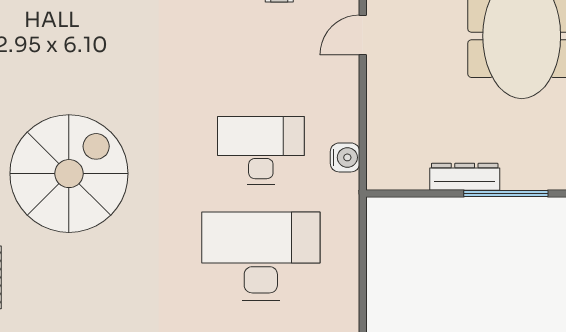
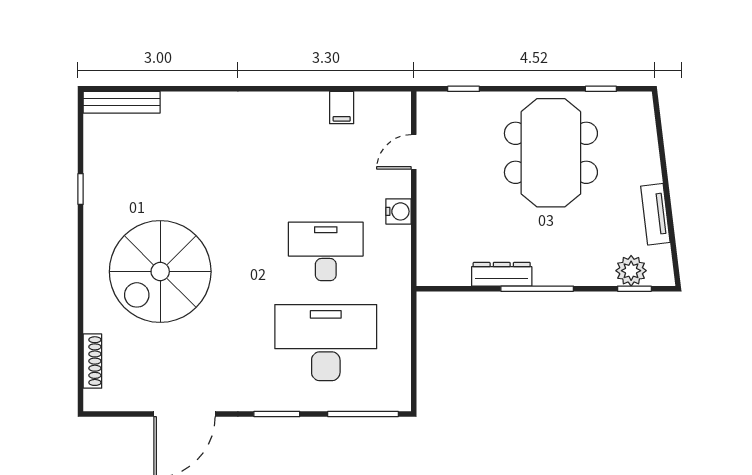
water cooler: (345, 157) -> (398, 211), moved
spiral stairs: (69, 174) -> (160, 272), turned 180

